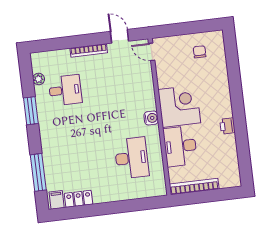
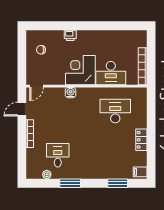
water cooler: (151, 118) -> (71, 93), moved
printer: (227, 126) -> (70, 35), moved
window: (38, 172) -> (118, 183), width x0.69
locker: (79, 199) -> (141, 140), moved

